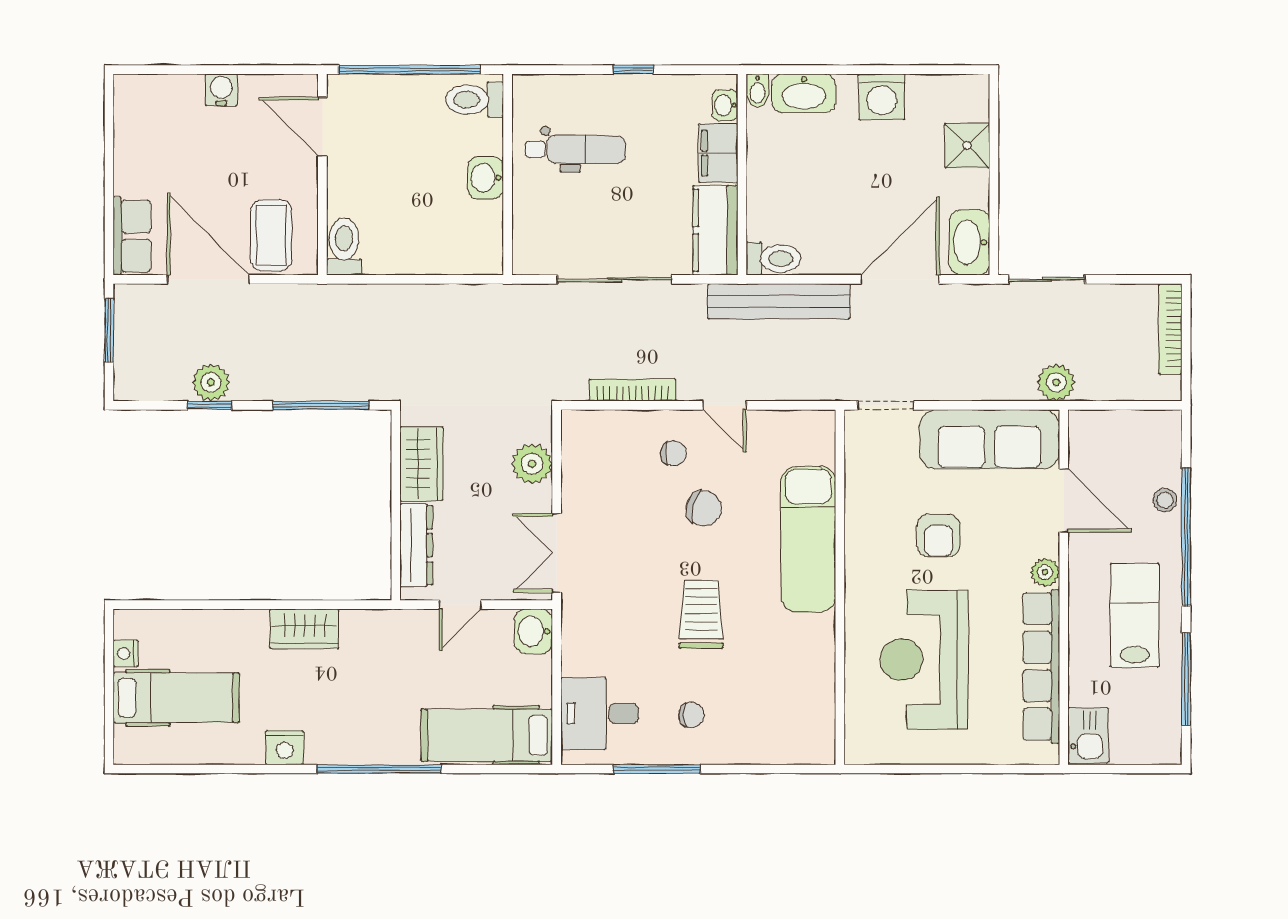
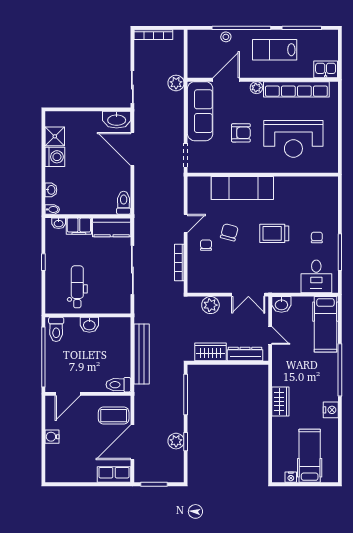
washbasin: (804, 93) -> (51, 190), width x0.52, depth x0.69
shower: (967, 146) -> (55, 136), moved
bench: (779, 301) -> (142, 354), moved

